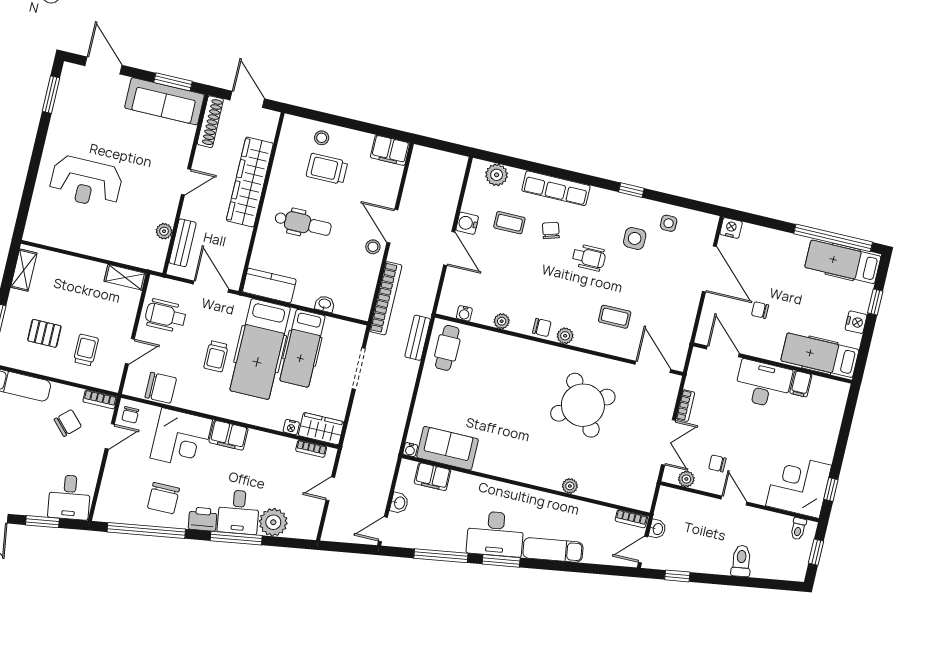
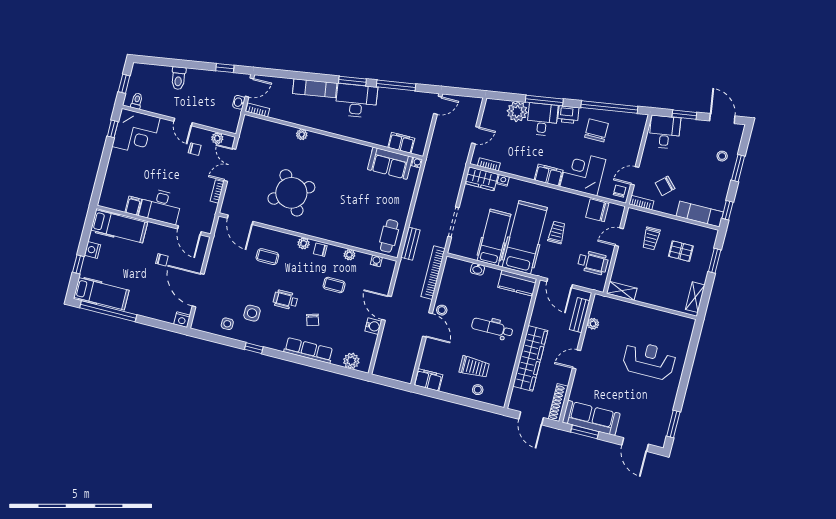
coffee table: (509, 223) -> (334, 285), moved
washbasin: (399, 503) -> (426, 124), removed

